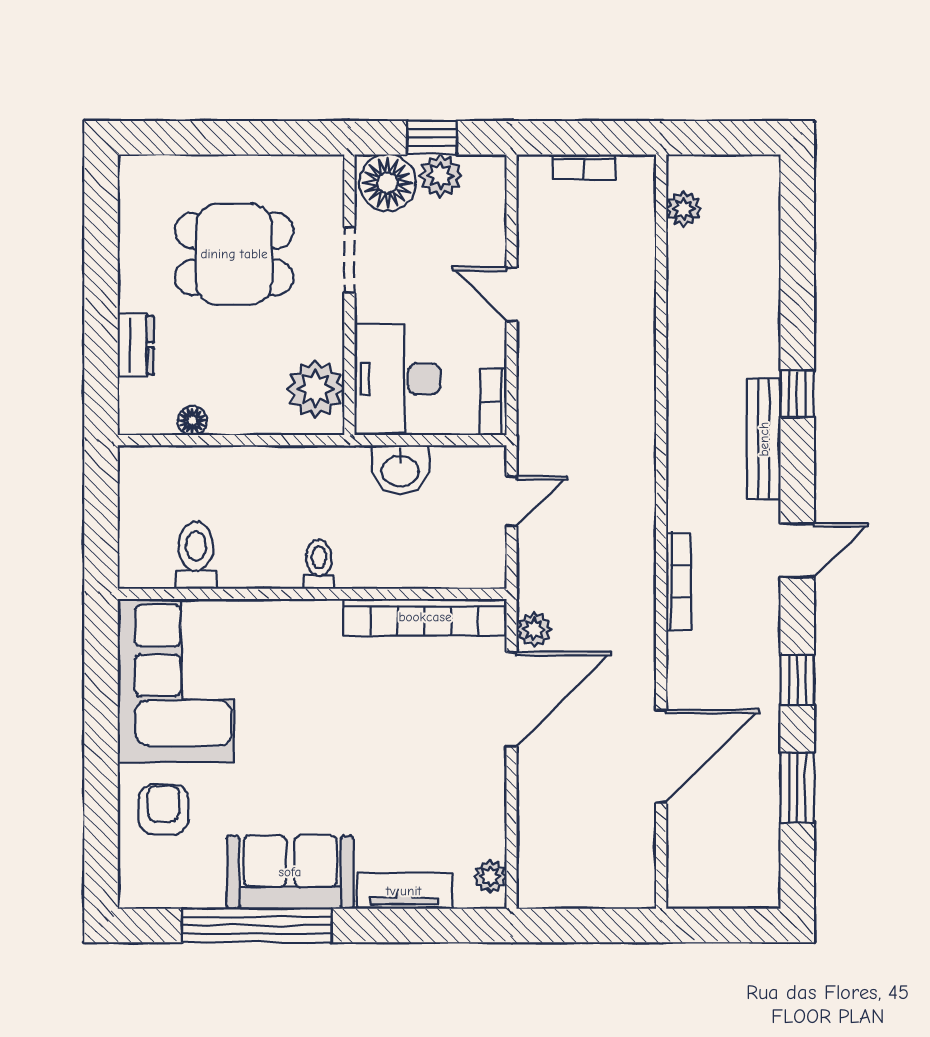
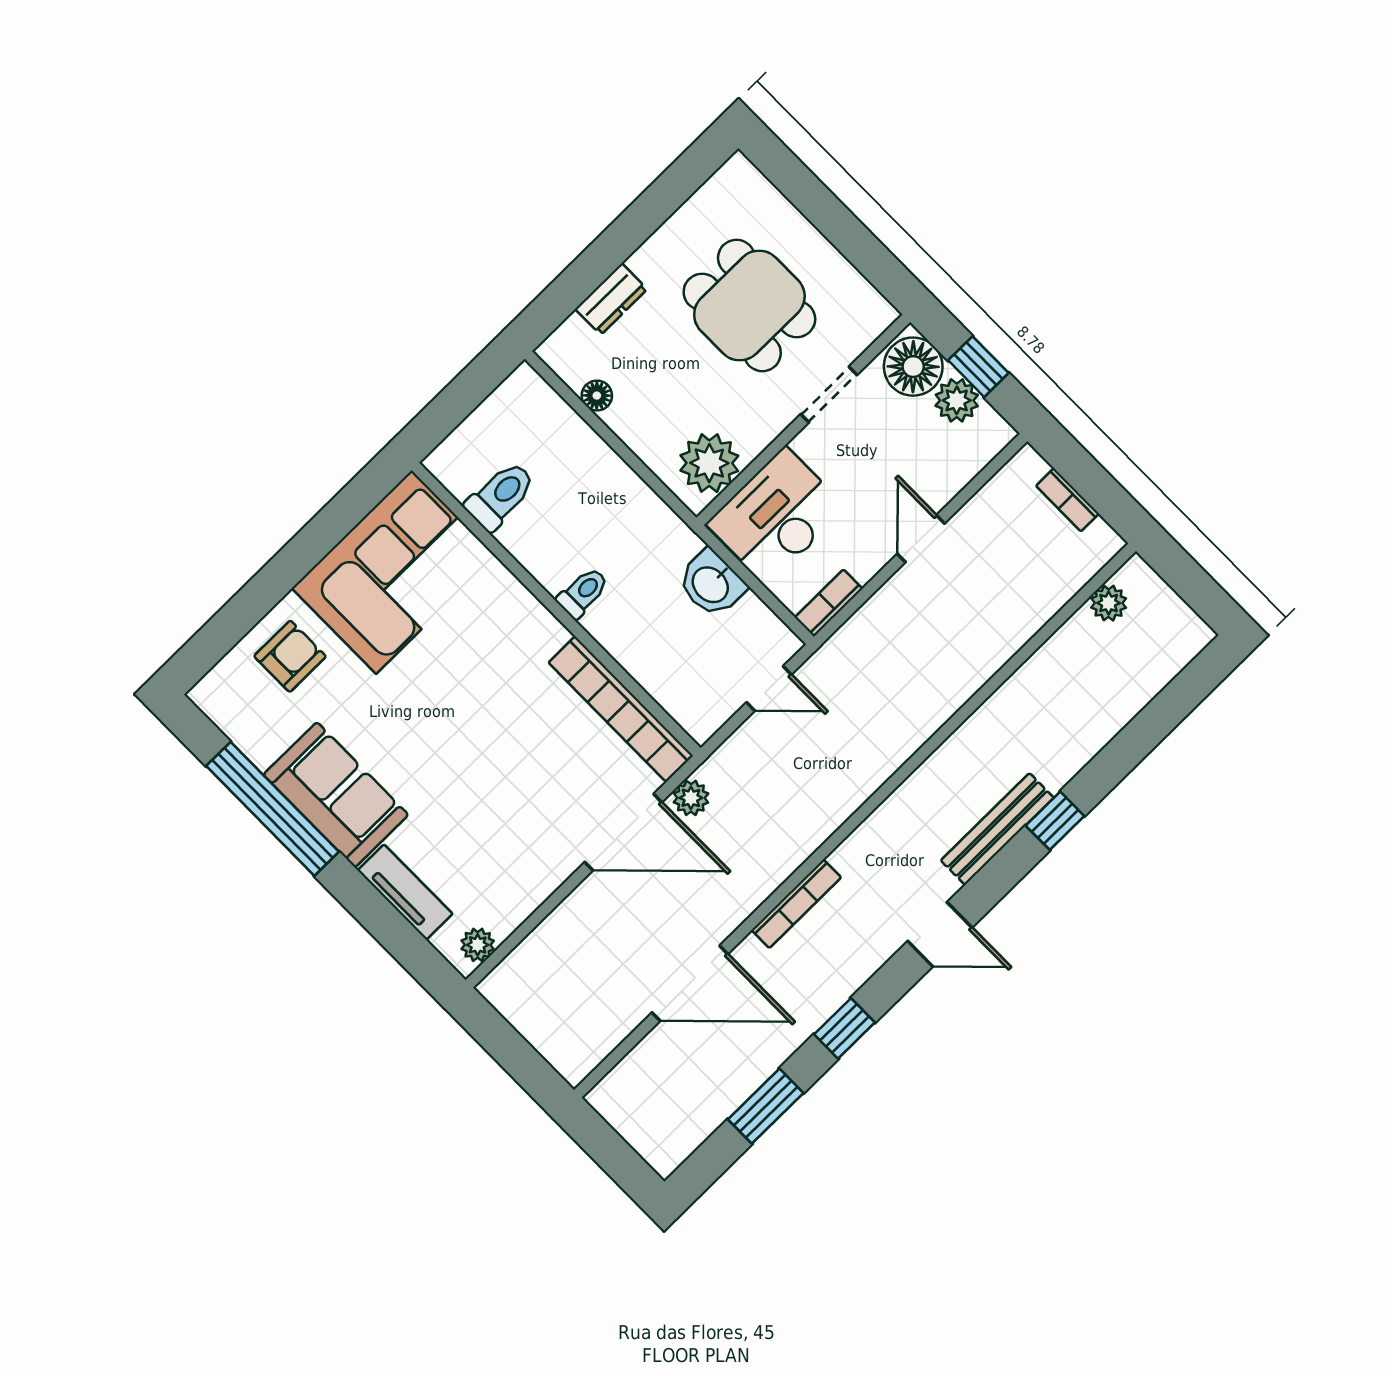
bookcase: (679, 581) -> (796, 904), moved

